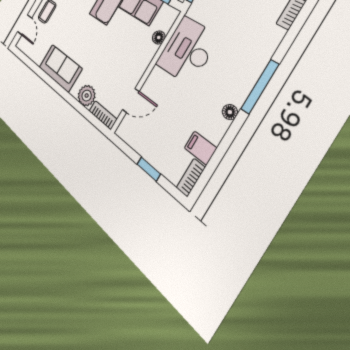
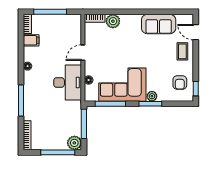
sofa: (60, 68) -> (159, 24), moved
window: (260, 87) -> (21, 101), moved
door: (131, 101) -> (83, 53), moved
window: (149, 169) -> (50, 12), width x2.17

